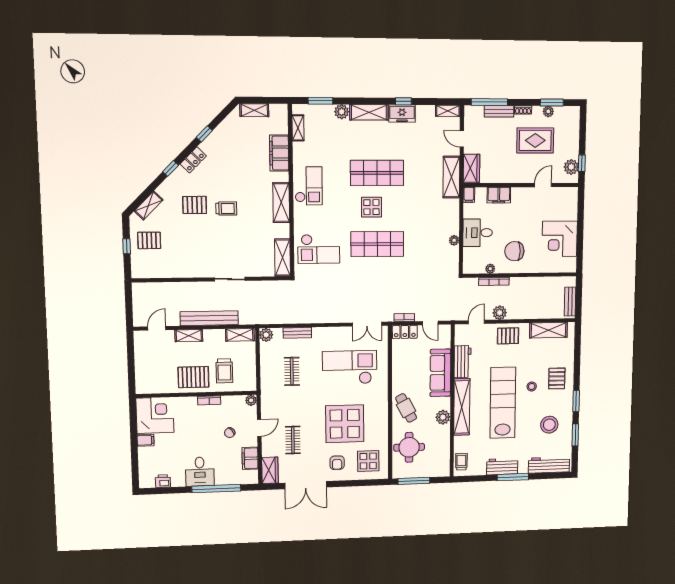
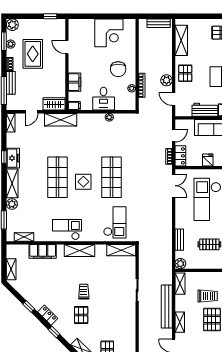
plant: (571, 167) -> (12, 25), moved
fridge: (400, 367) -> (208, 160), added

